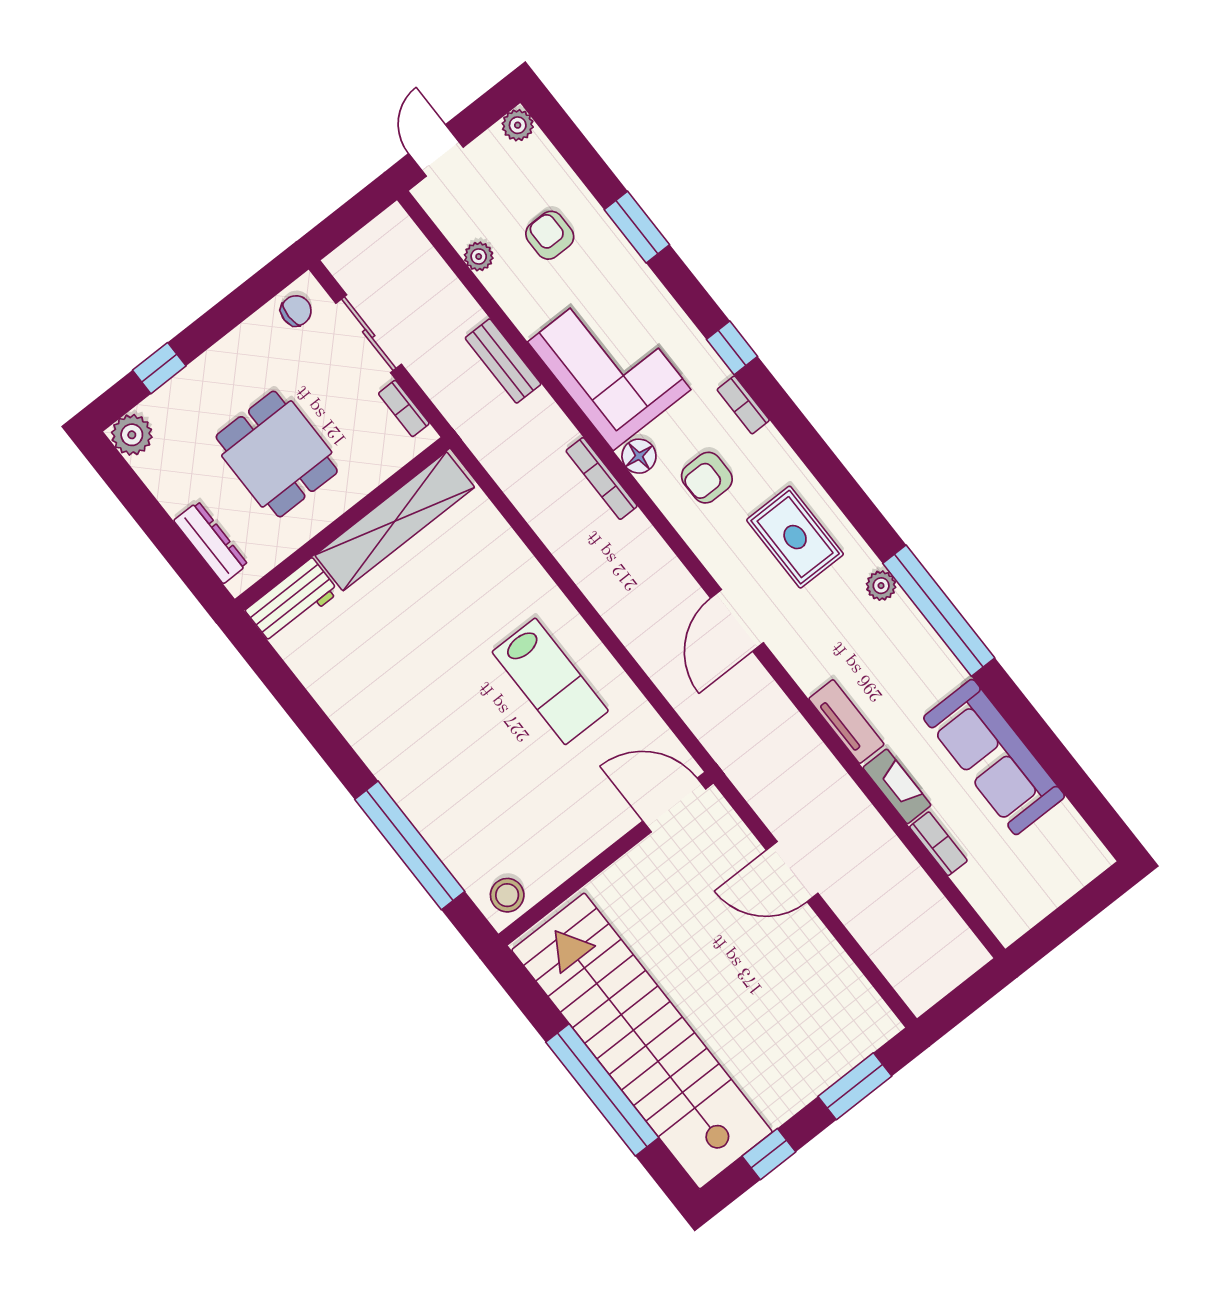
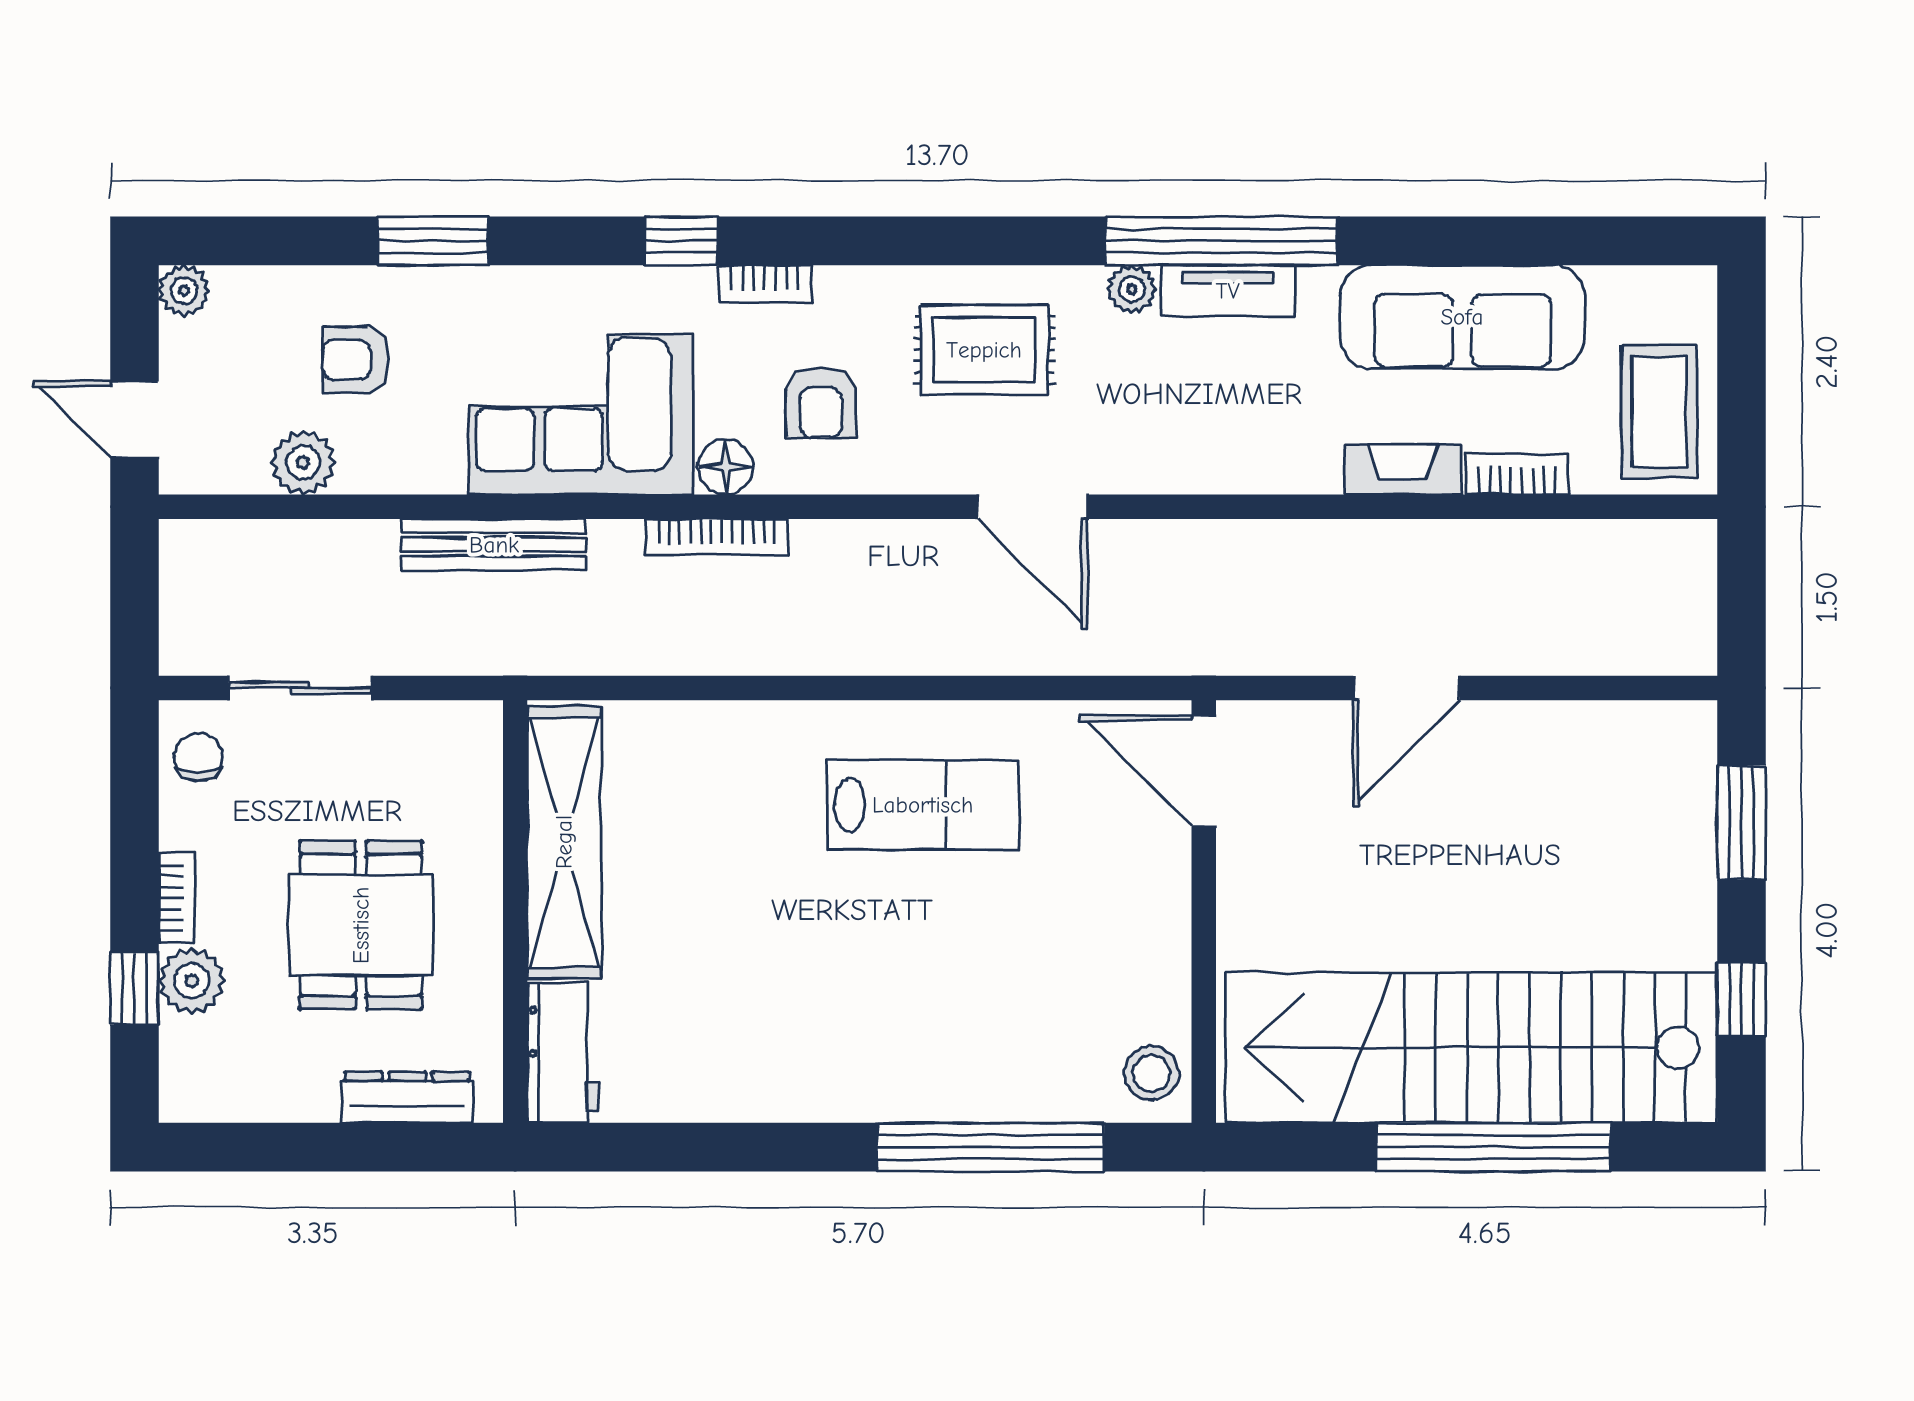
plant: (479, 256) -> (303, 462), width x1.38, depth x1.38
bench: (503, 361) -> (494, 545), width x1.36
bookcase: (404, 408) -> (177, 898), moved, turned -90
plant: (132, 435) -> (192, 981), moved
dining table: (277, 454) -> (361, 925), turned 90
tv unit: (846, 722) -> (1228, 291), moved, turned 180
door: (674, 805) -> (1204, 771), hinge flipped
coffee table: (1023, 889) -> (1659, 412), added

